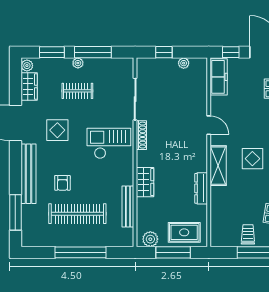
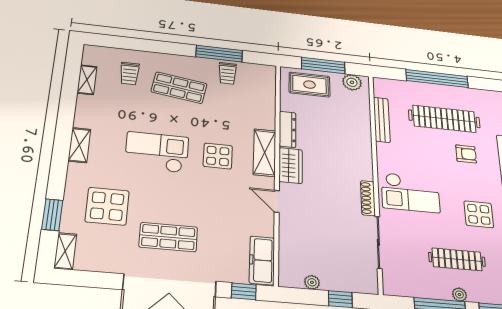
clothes rail: (77, 91) -> (457, 259), width x1.36
wardrobe: (145, 182) -> (291, 166), moved, turned 180
armchair: (62, 183) -> (466, 154), turned 90

